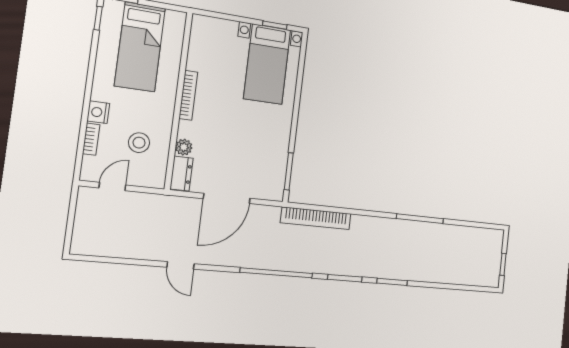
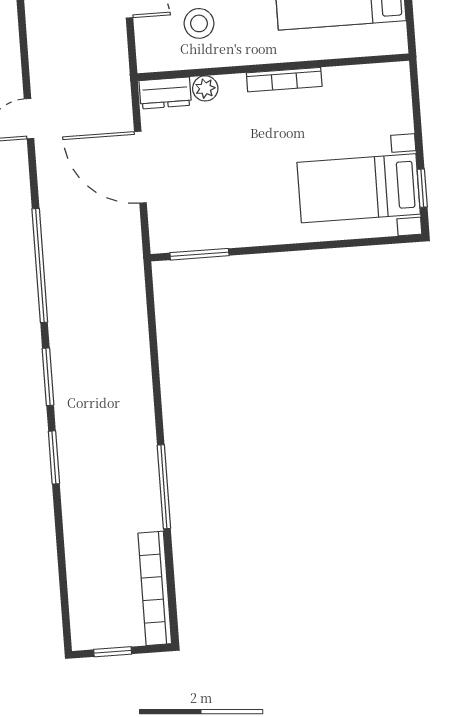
bookcase: (316, 218) -> (155, 588), moved

